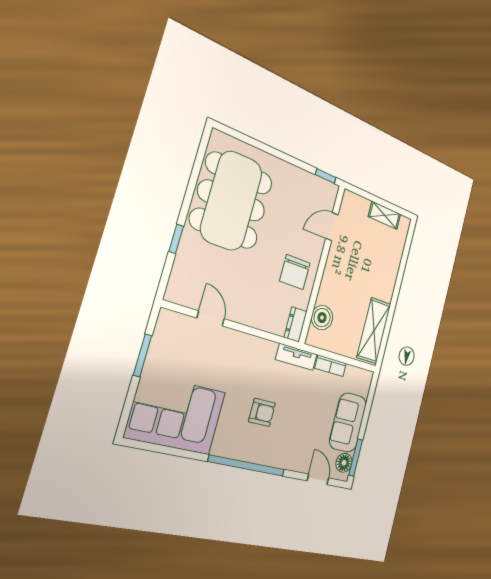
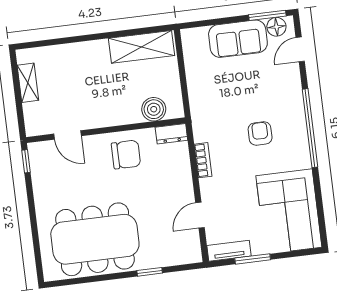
tv unit: (296, 357) -> (229, 251), moved, turned -90
bookcase: (331, 366) -> (203, 160), moved

